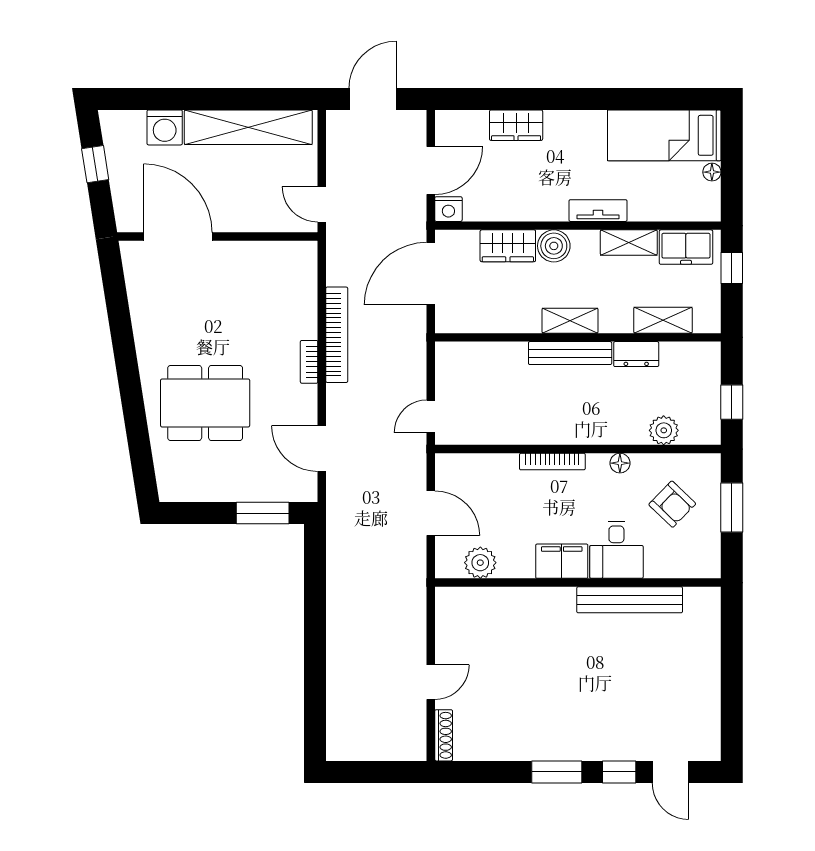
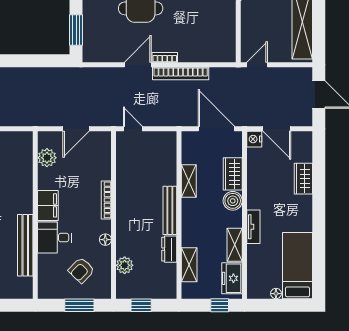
shelving: (570, 321) -> (189, 181), moved
door: (322, 449) -> (138, 65), moved

